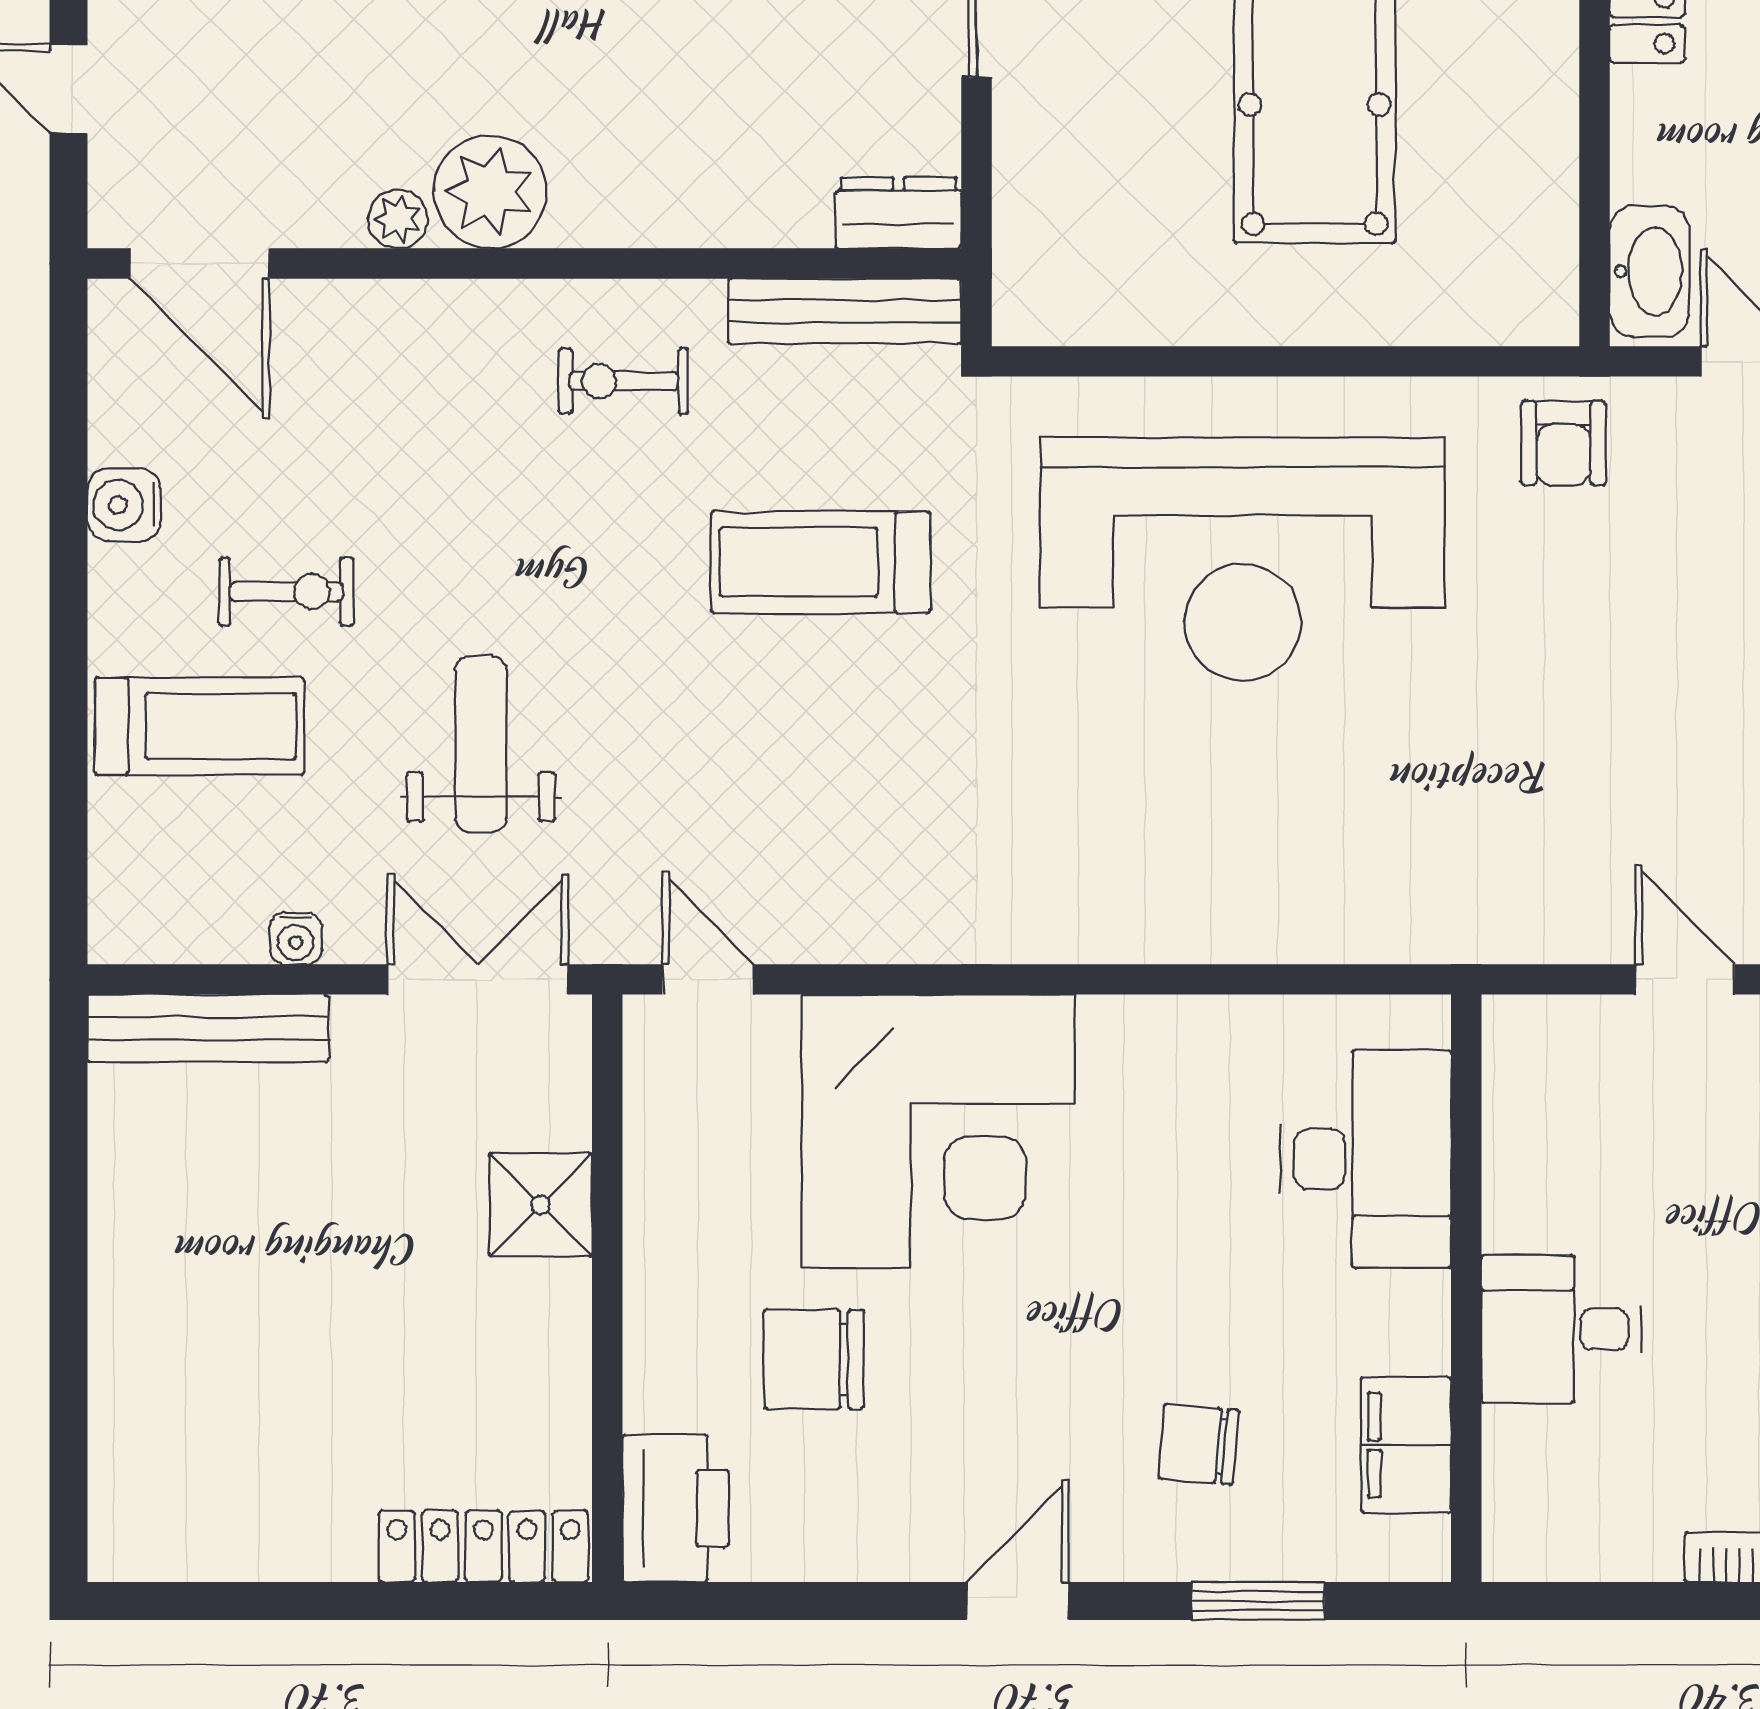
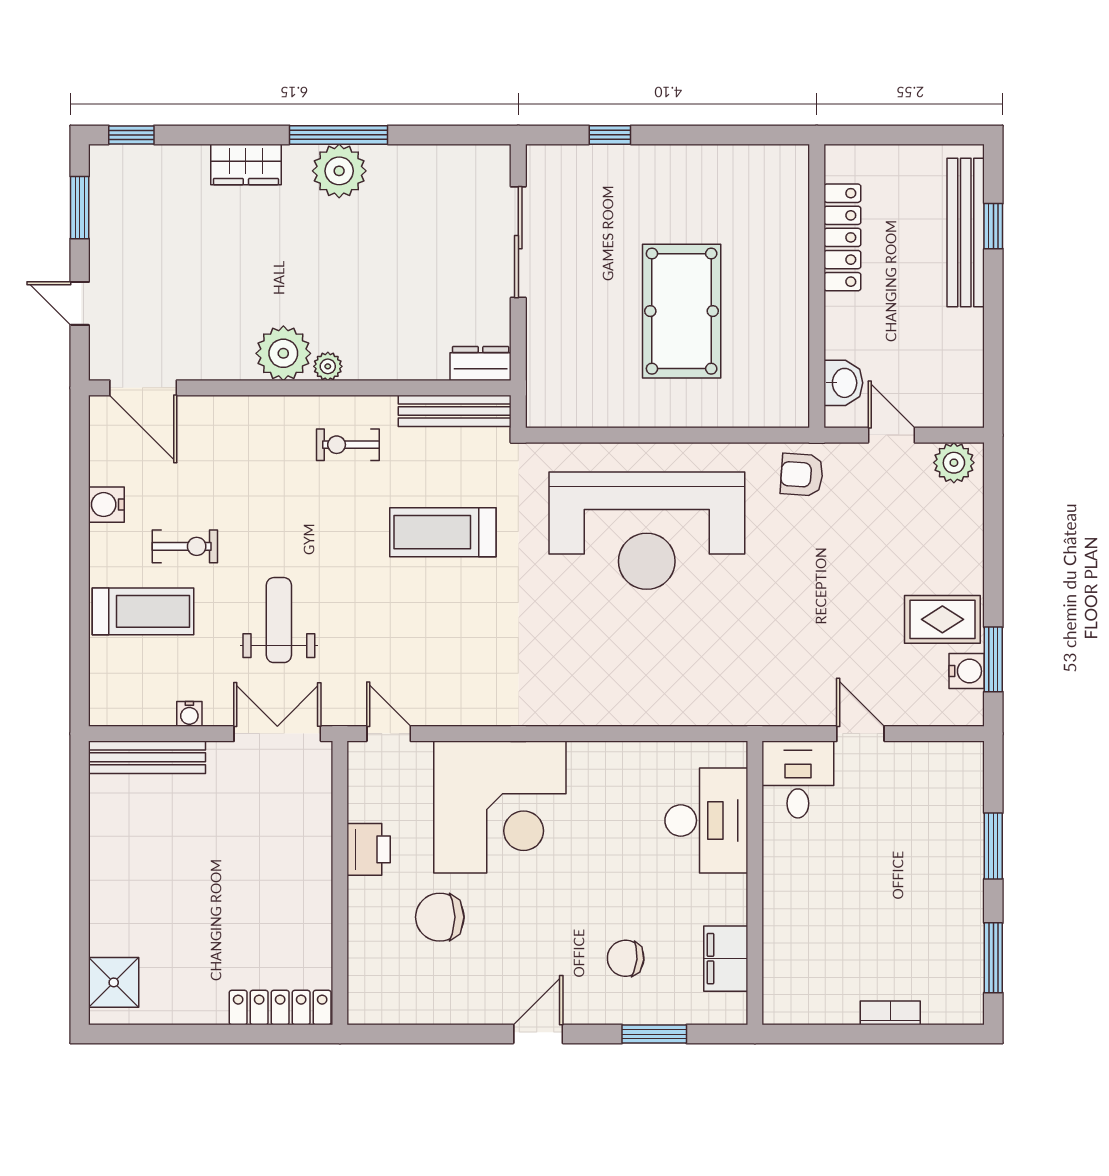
plant: (398, 219) -> (328, 366), moved
washbasin: (1650, 271) -> (843, 383), width x0.72
armchair: (1563, 443) -> (802, 475), turned 94
shower: (540, 1205) -> (114, 982), moved
desk: (1561, 1329) -> (798, 780), moved, turned 90
printer: (675, 1508) -> (369, 849), moved, width x0.73, depth x0.84

